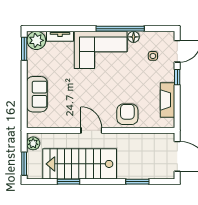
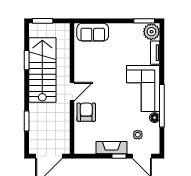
sofa: (37, 94) -> (93, 32), moved
fireplace: (167, 100) -> (112, 148), moved
armchair: (127, 114) -> (86, 112), turned -90
door: (91, 130) -> (72, 92), moved
plant: (33, 143) -> (60, 29), removed

